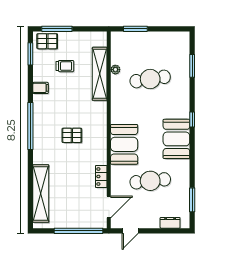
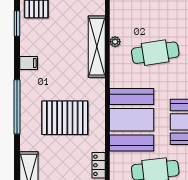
trolley: (65, 66) -> (57, 38), removed
pallet: (72, 135) -> (65, 118), width x2.05, depth x2.00
booth: (124, 144) -> (132, 120), width x1.36, depth x1.42

